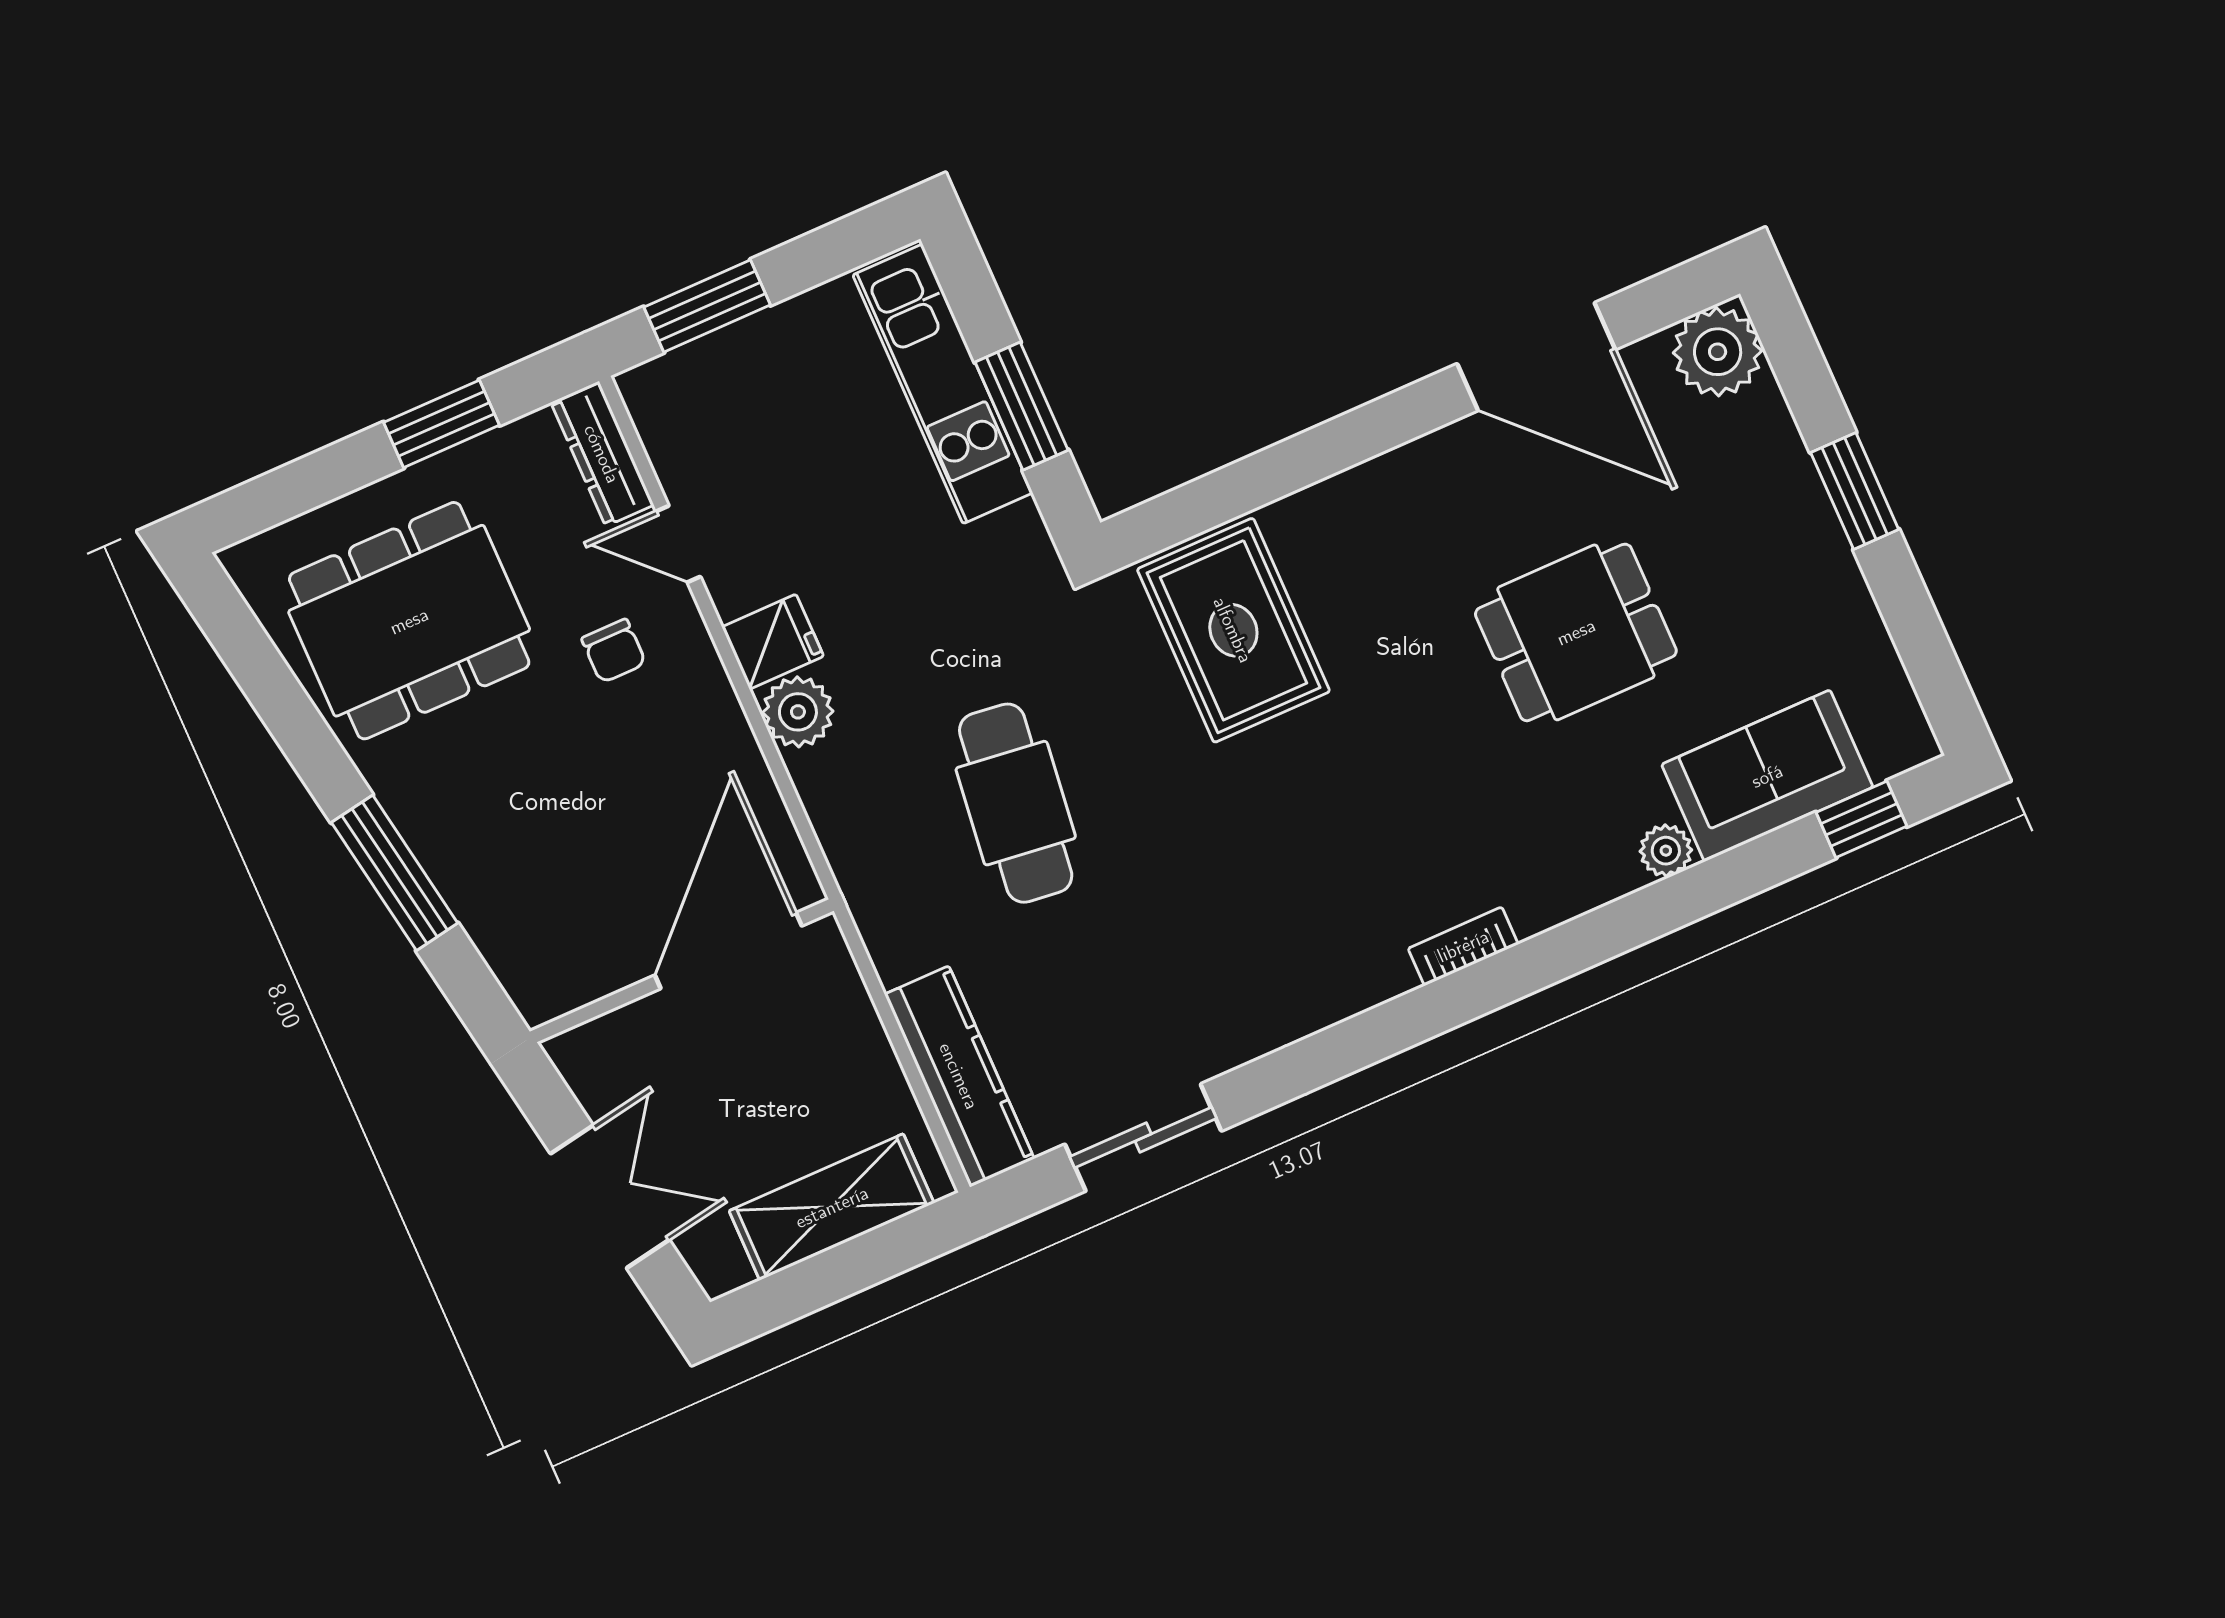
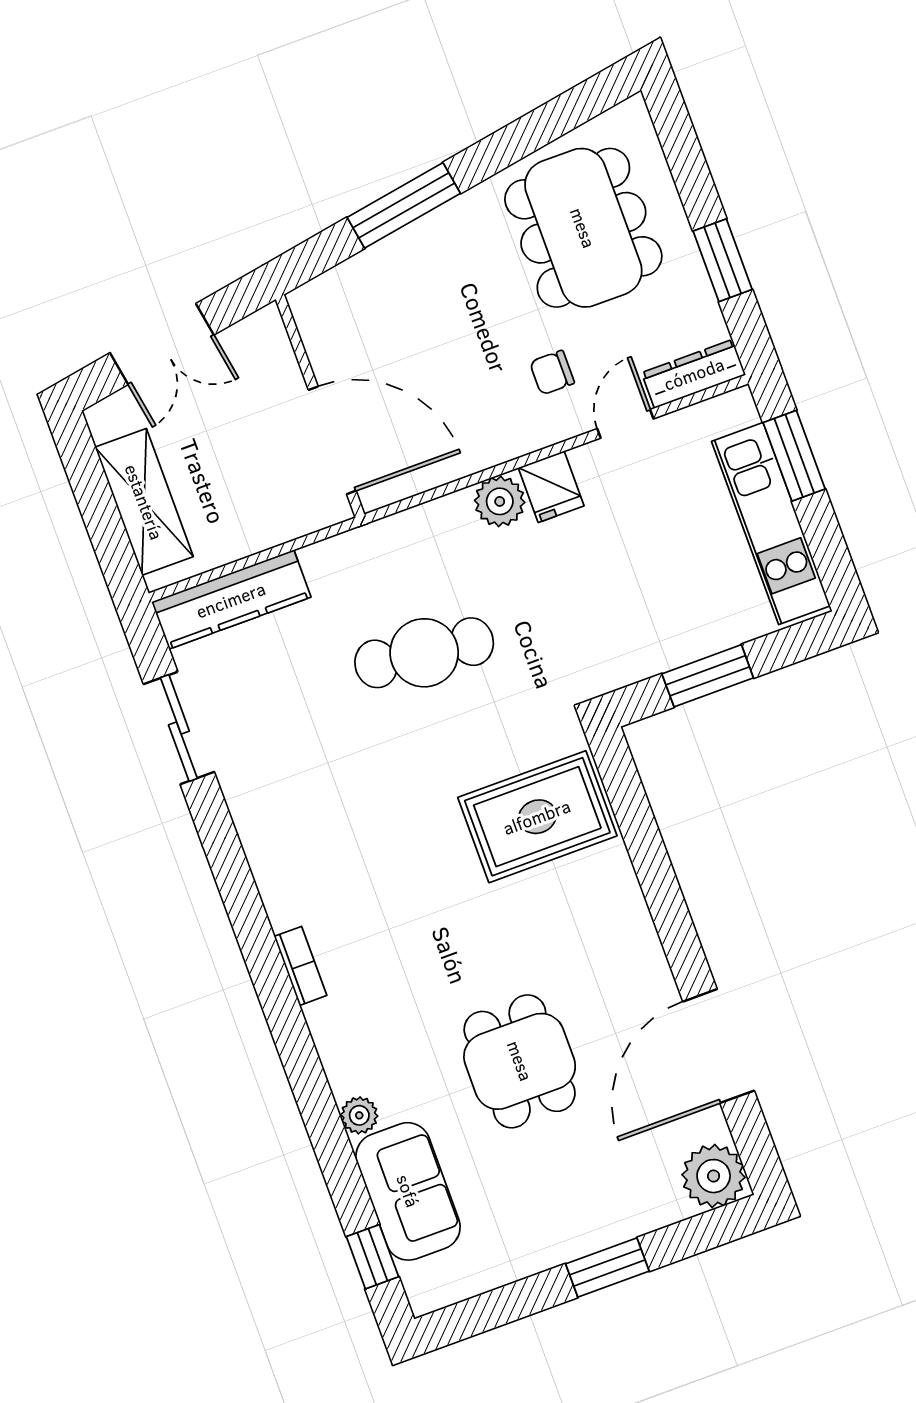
kitchen unit: (943, 384) -> (771, 524), moved, turned -90

